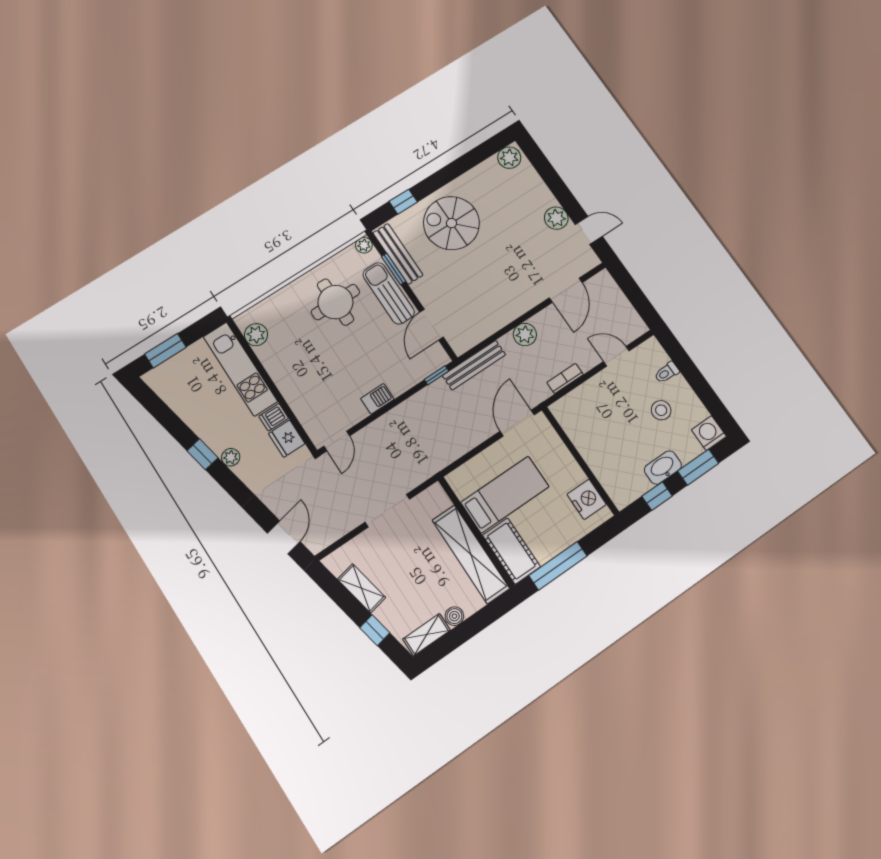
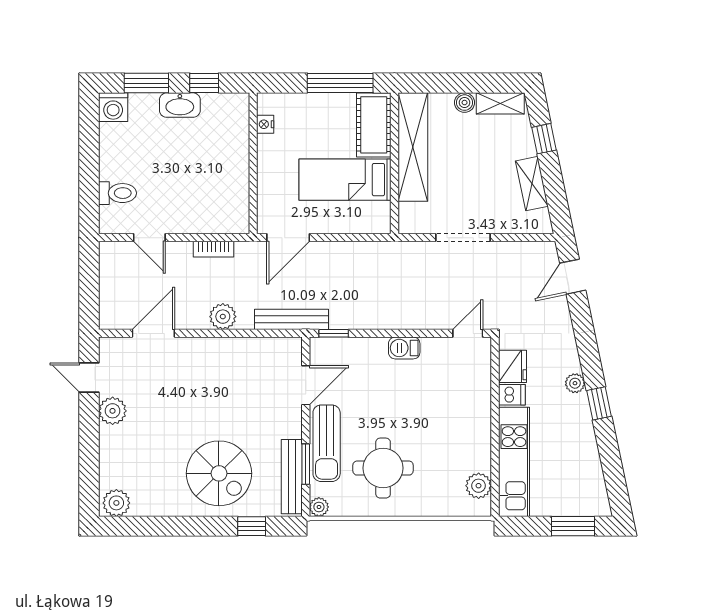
toilet: (667, 373) -> (117, 193), width x1.37, depth x1.39
stool: (661, 410) -> (143, 159), removed
nightstand: (587, 499) -> (265, 124), width x0.53, depth x0.56

